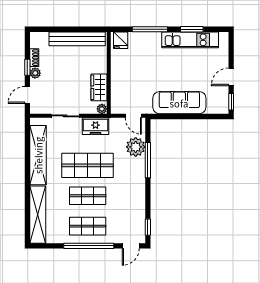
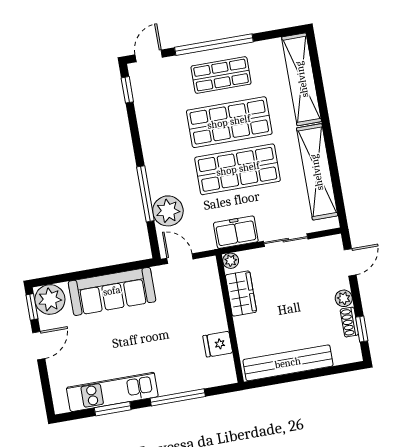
fridge: (121, 40) -> (218, 344), moved, turned -90
window: (27, 67) -> (362, 329), moved
plant: (219, 104) -> (50, 300), added
shop shelf: (88, 196) -> (229, 122), width x1.43, depth x1.36

